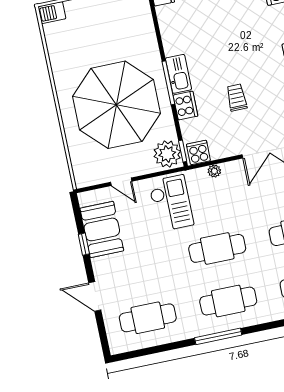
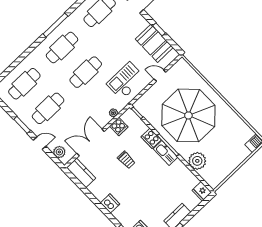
cooker: (198, 153) -> (119, 126), moved
plant: (167, 154) -> (197, 161), moved
checkout: (171, 203) -> (126, 81), turned 90

